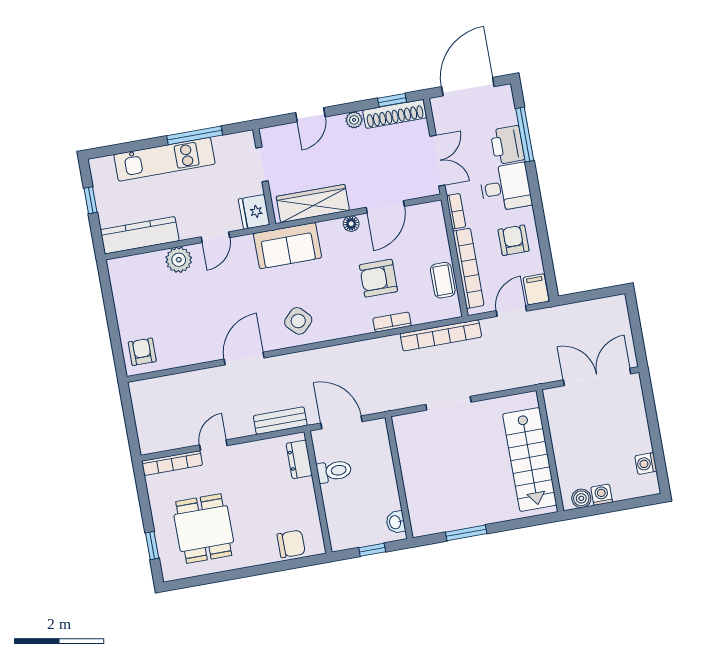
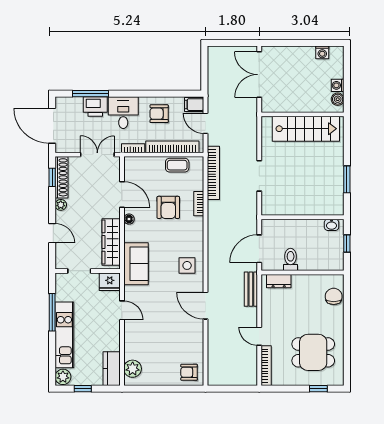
plant: (103, 168) -> (63, 377), added
kitchen counter: (140, 235) -> (112, 369), width x0.67
plant: (179, 260) -> (133, 369), moved
side table: (298, 321) -> (187, 265), turned 45

